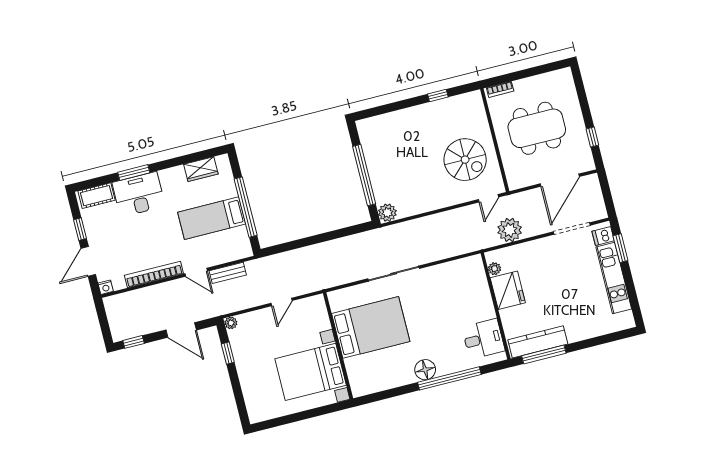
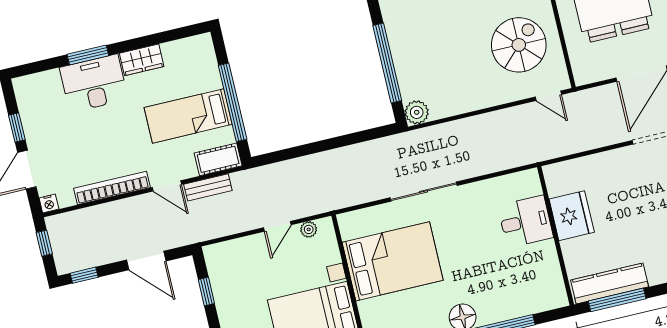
spiral stairs: (465, 160) -> (519, 45), turned -90
wardrobe: (201, 169) -> (142, 60), moved
cot: (96, 196) -> (218, 159), moved
door: (488, 198) -> (548, 96), hinge flipped
plant: (510, 230) -> (575, 137), removed
plant: (494, 269) -> (555, 187), removed
window: (103, 318) -> (44, 243), added
plant: (231, 323) -> (309, 229), moved
desk: (483, 339) -> (525, 222), moved

